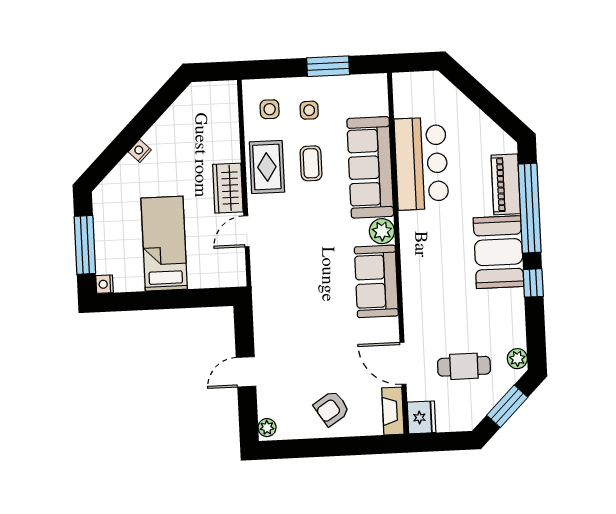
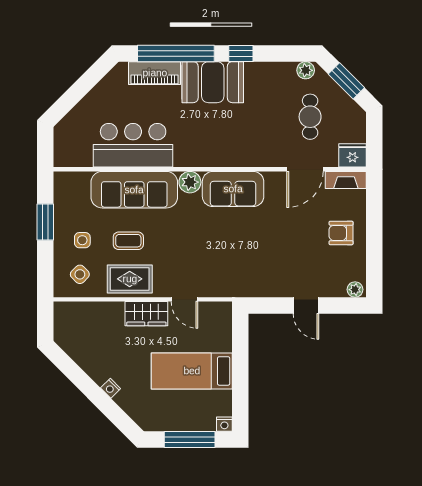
side table: (270, 109) -> (80, 274), turned 45
armchair: (332, 408) -> (341, 233), turned 123

